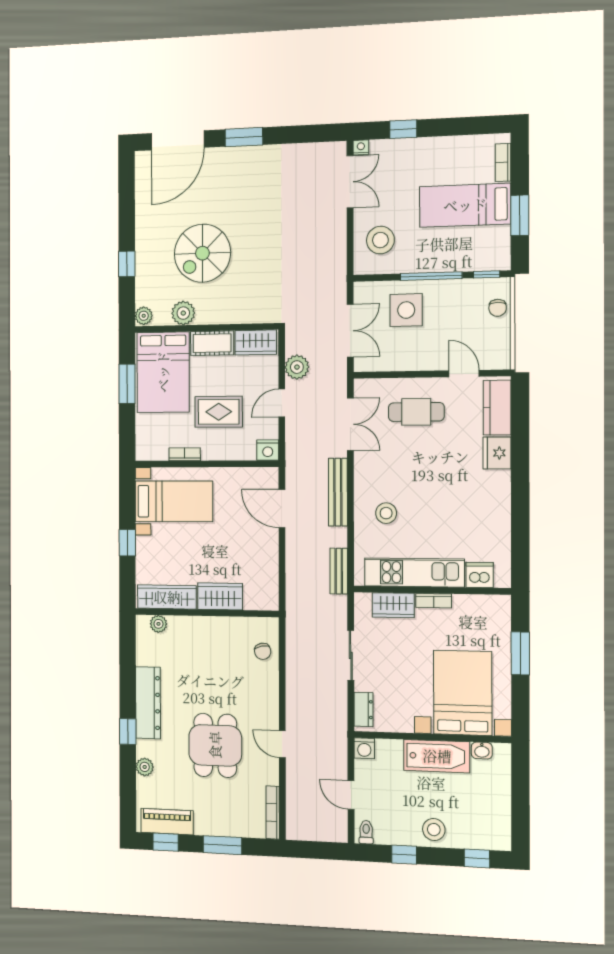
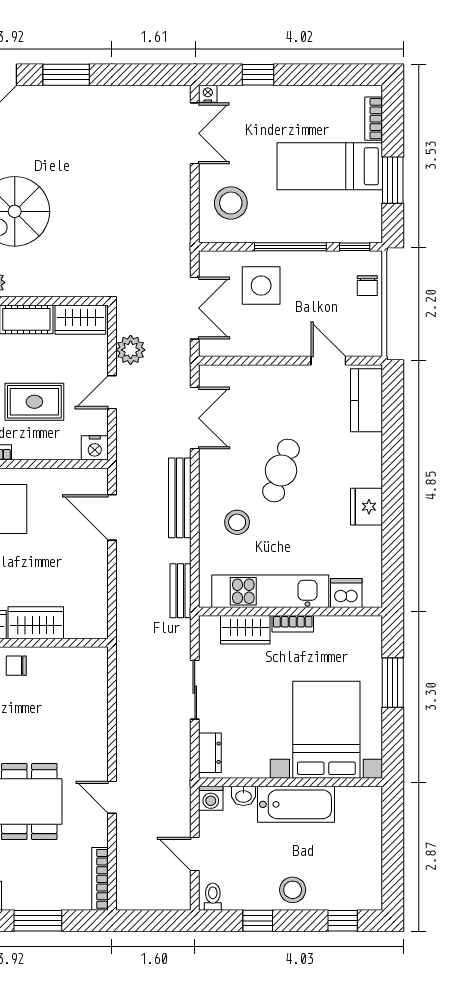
cafe table: (416, 412) -> (281, 470), moved, turned -71
fridge: (497, 453) -> (366, 507), moved
chair: (263, 651) -> (16, 666), moved, turned 101
washbasin: (482, 751) -> (243, 796), moved

